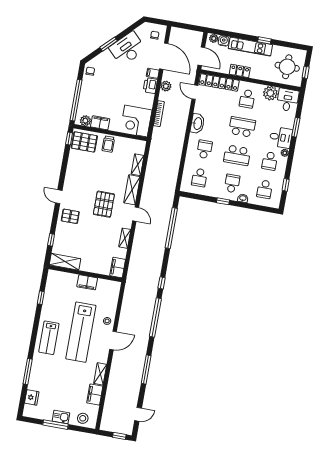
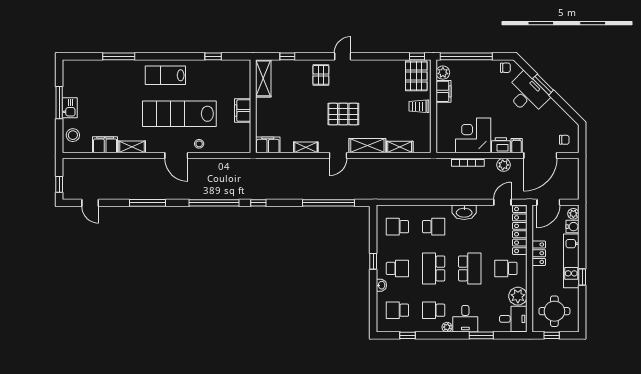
desk: (127, 49) -> (527, 94), moved
corner desk: (136, 121) -> (473, 135), moved
fridge: (32, 397) -> (88, 67), removed

